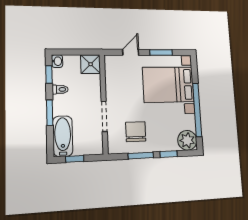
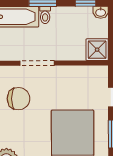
toilet: (60, 89) -> (45, 15), moved

